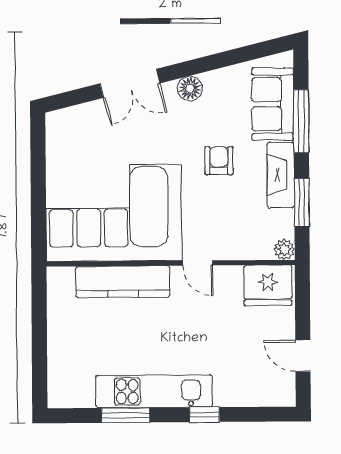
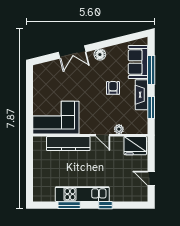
corner sofa: (114, 213) -> (56, 118), width x0.73, depth x0.74
plant: (284, 250) -> (119, 129), moved

